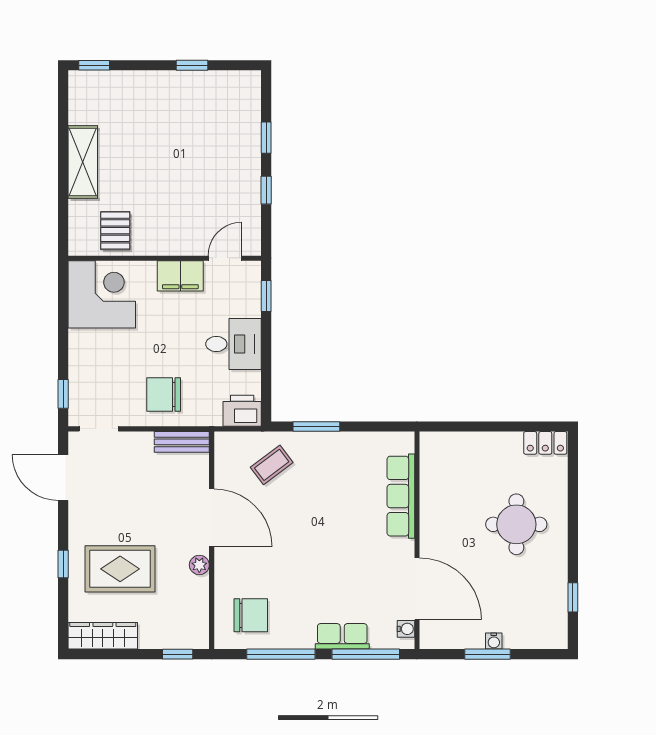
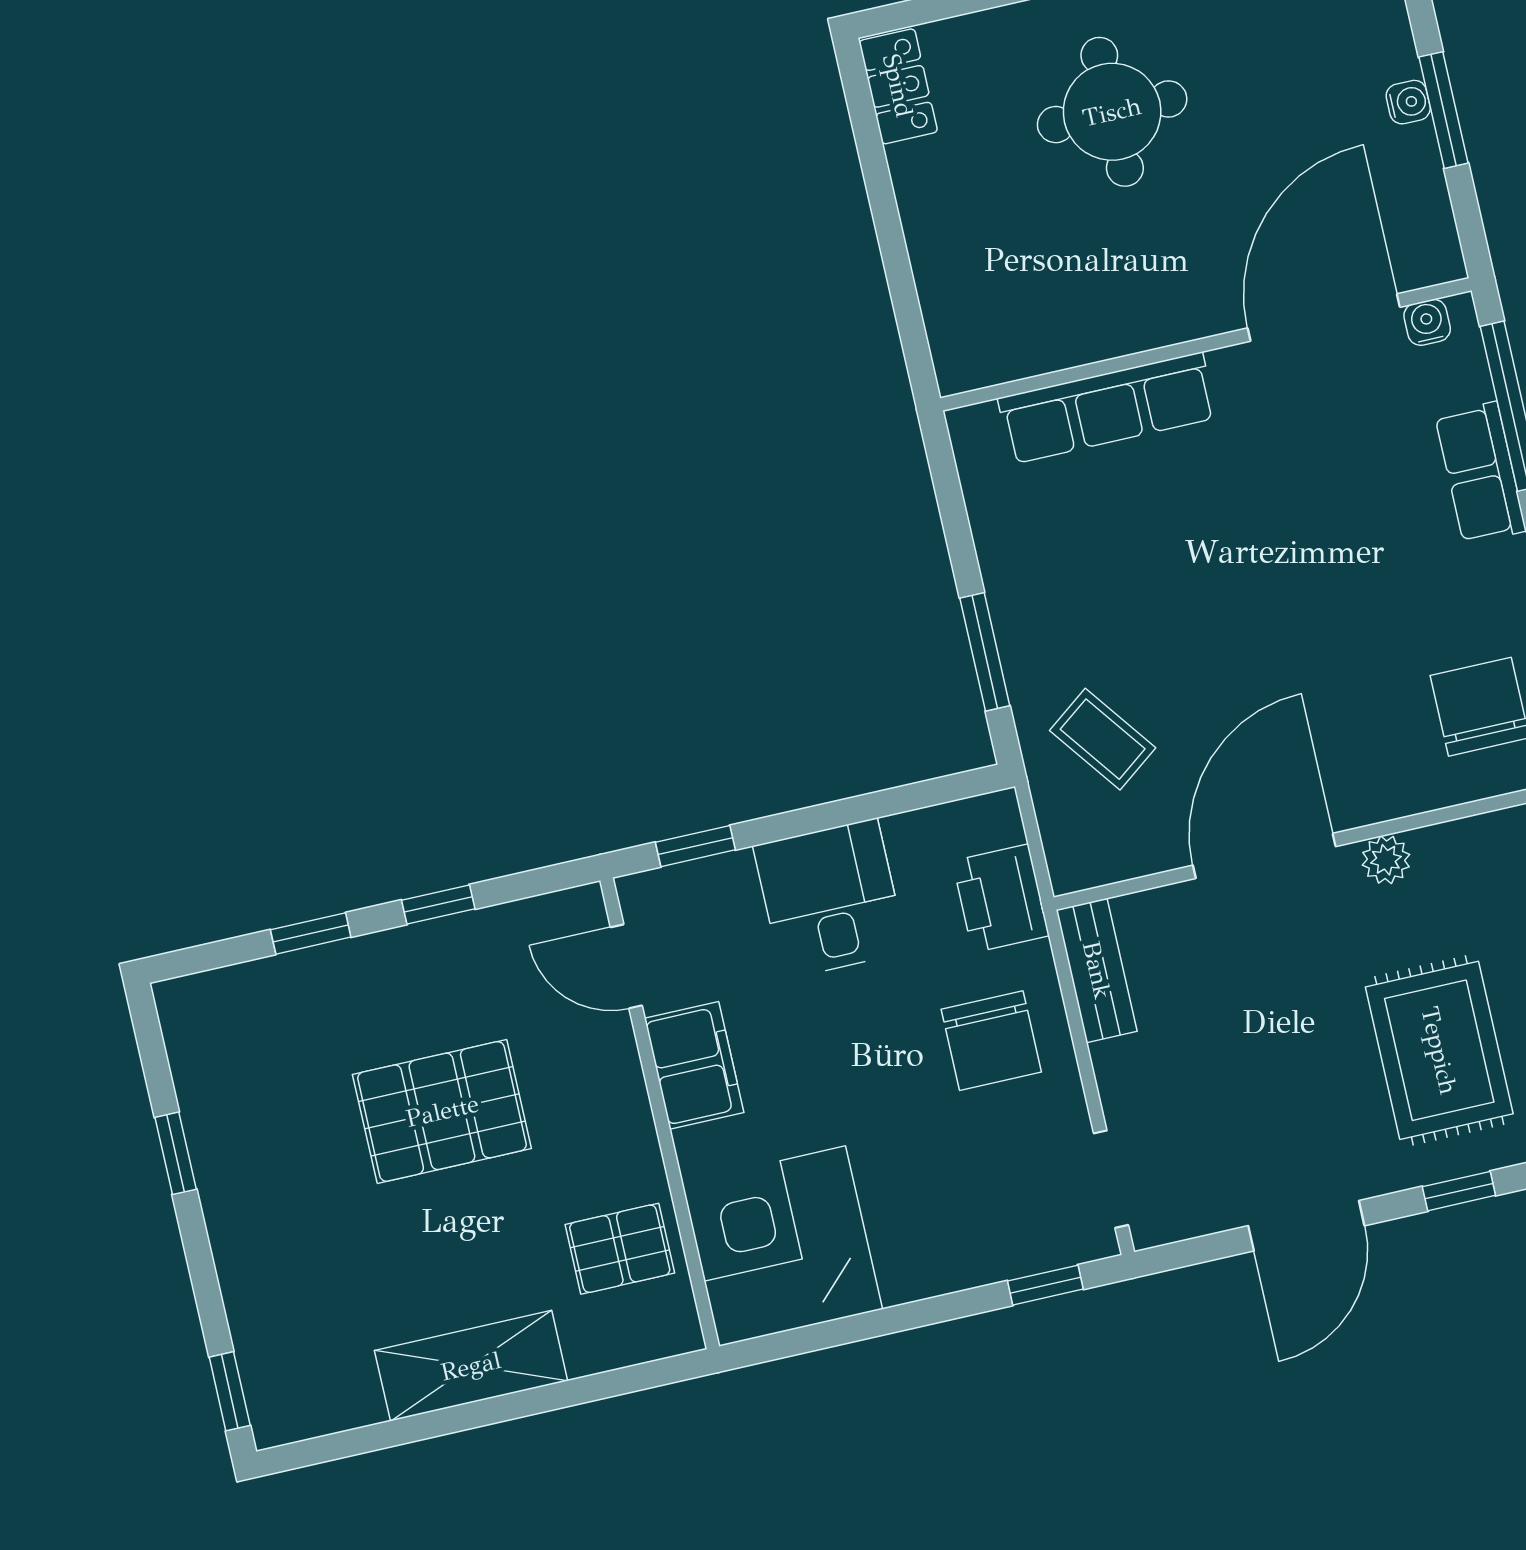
pallet: (185, 173) -> (442, 1111), added
printer: (242, 411) -> (1001, 898), moved
door: (63, 478) -> (1306, 1226), moved

